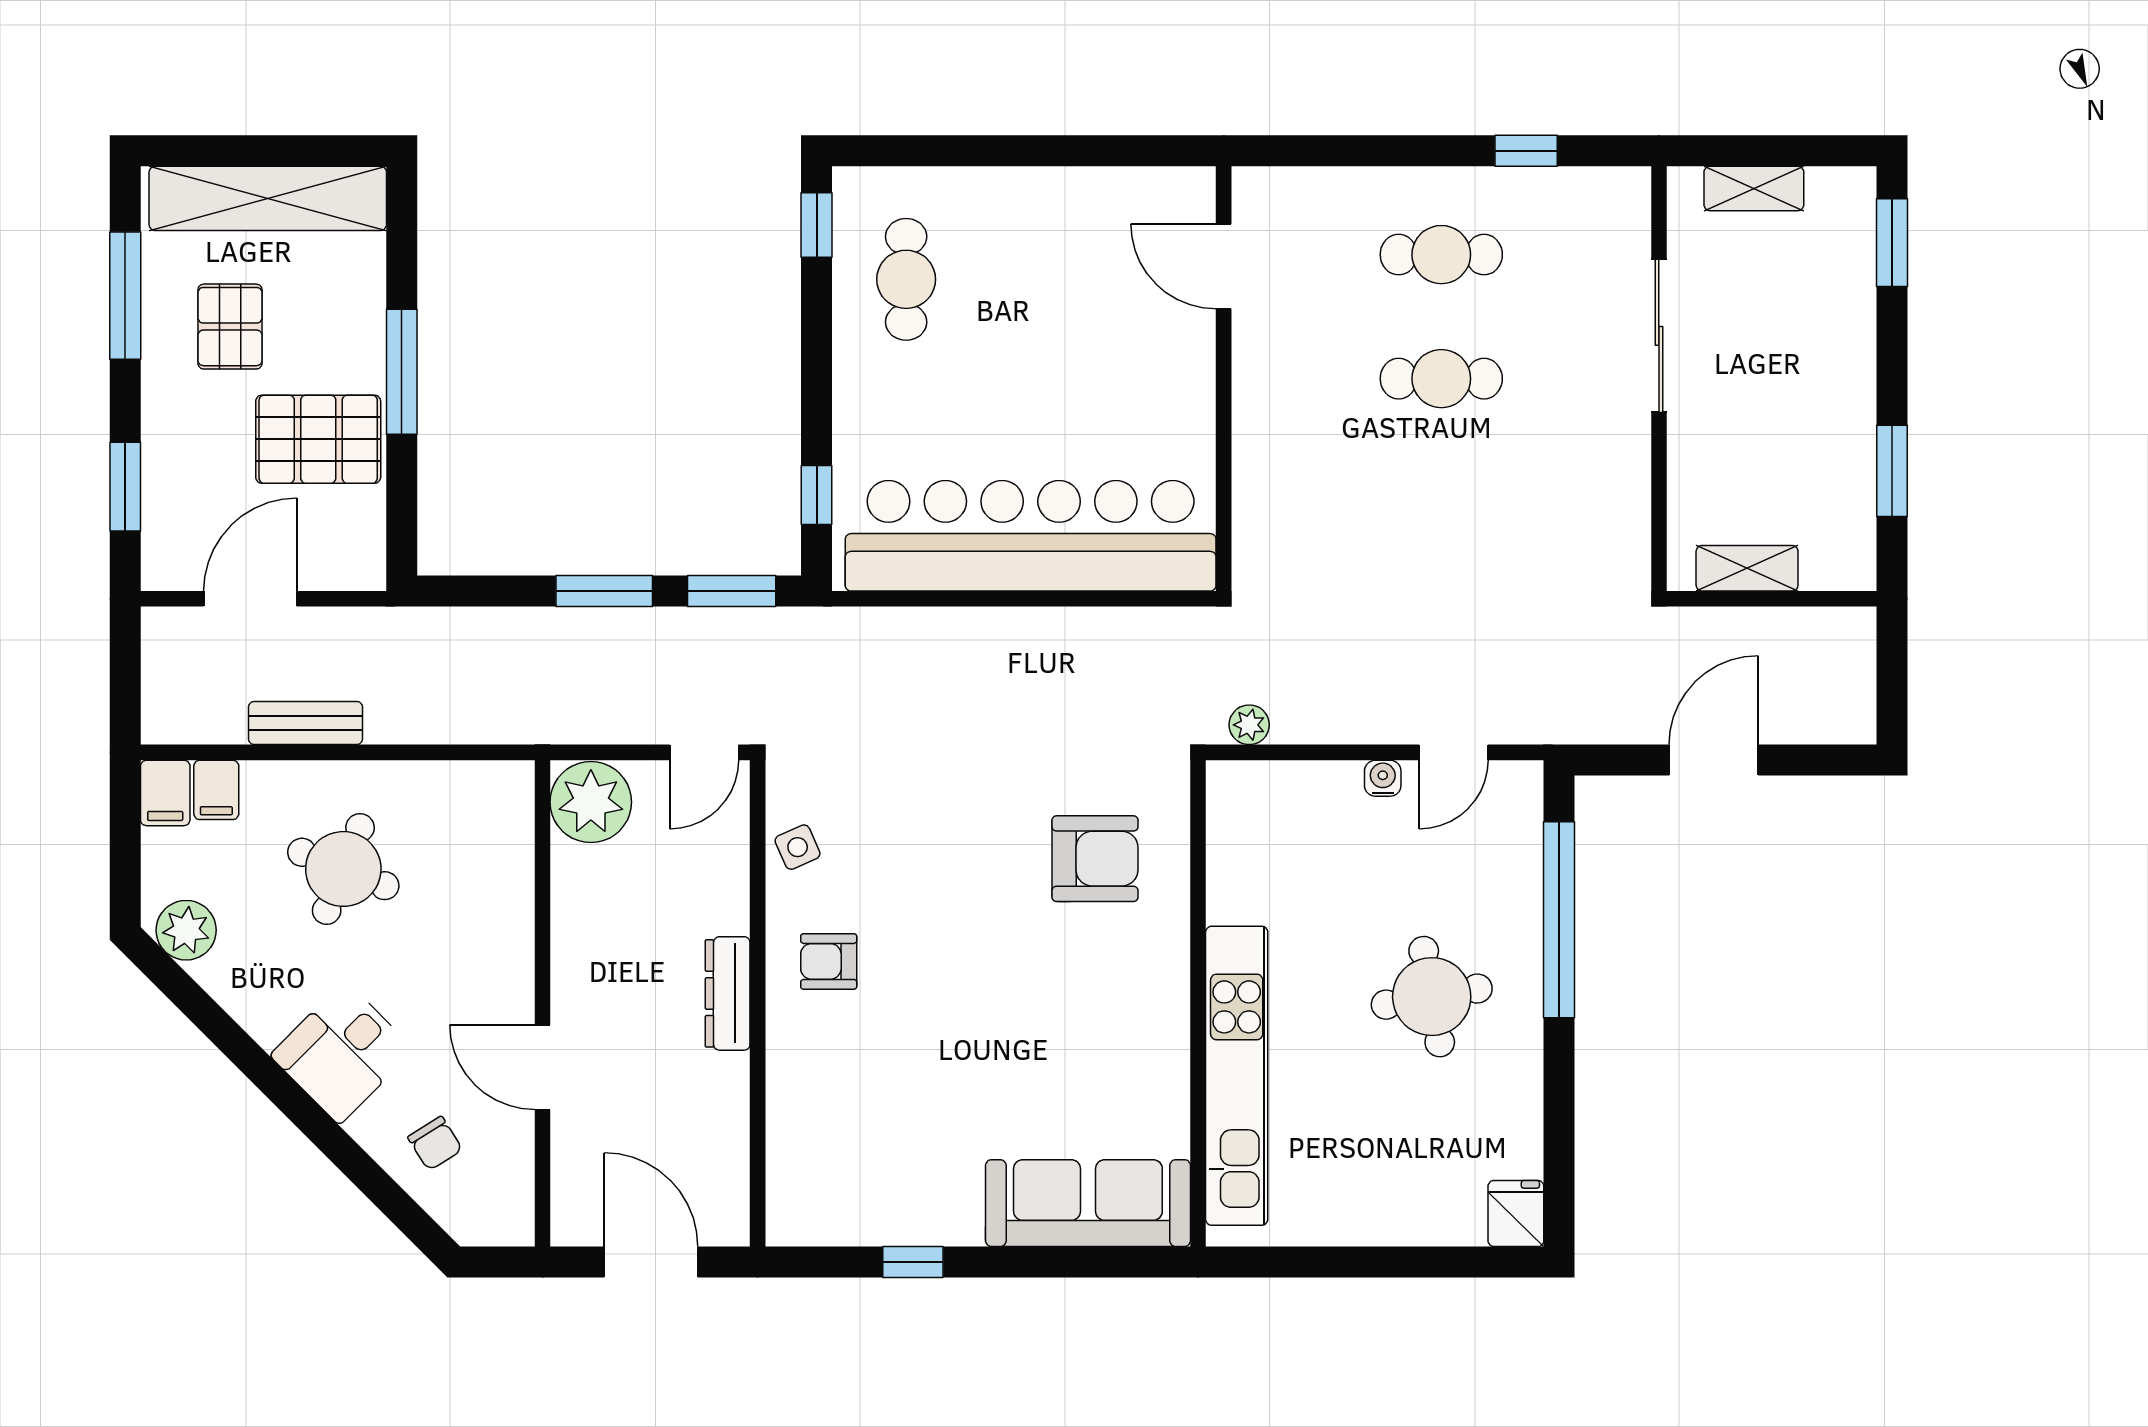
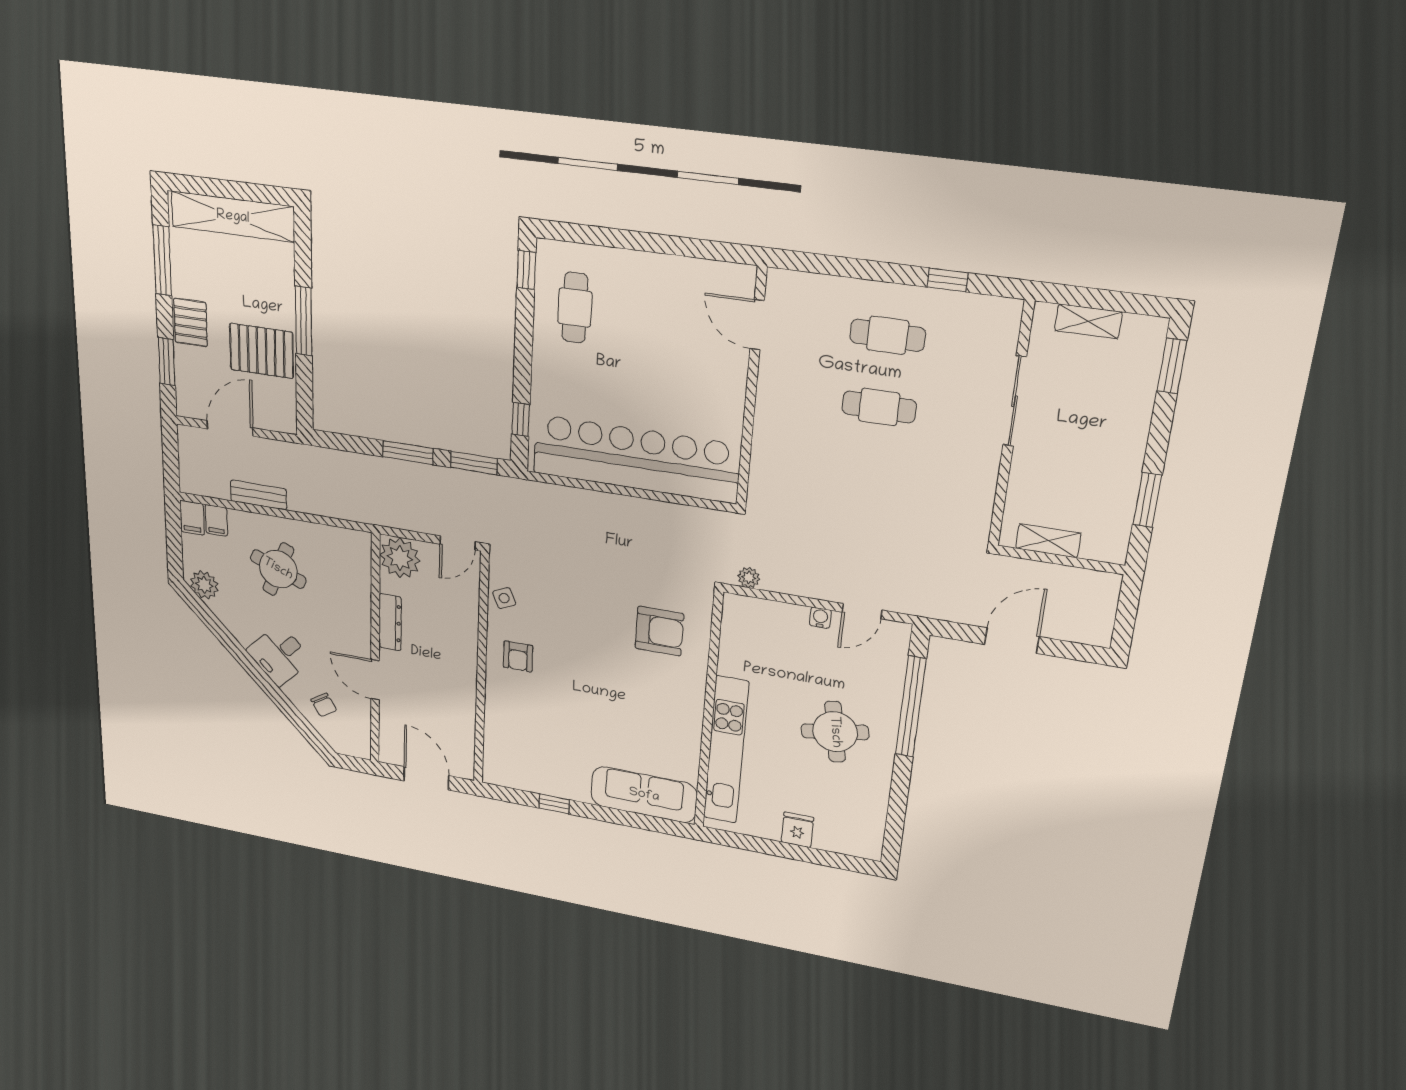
pallet: (230, 327) -> (191, 322), moved
armchair: (829, 961) -> (518, 656), turned -90
dresser: (728, 993) -> (390, 622), moved, turned 180
fridge: (1516, 1213) -> (797, 830), moved

